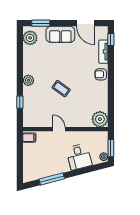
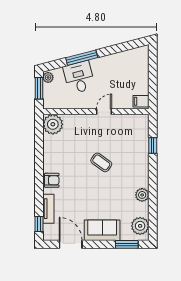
plant: (28, 80) -> (142, 195), moved
door: (59, 129) -> (104, 112), swing flipped
window: (52, 179) -> (82, 58), moved

